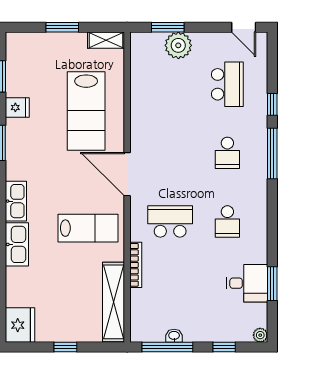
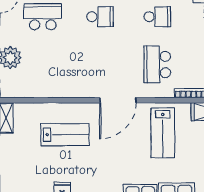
lab bench: (86, 111) -> (65, 135), width x0.73, depth x0.72
lab bench: (88, 228) -> (163, 133), turned 180

